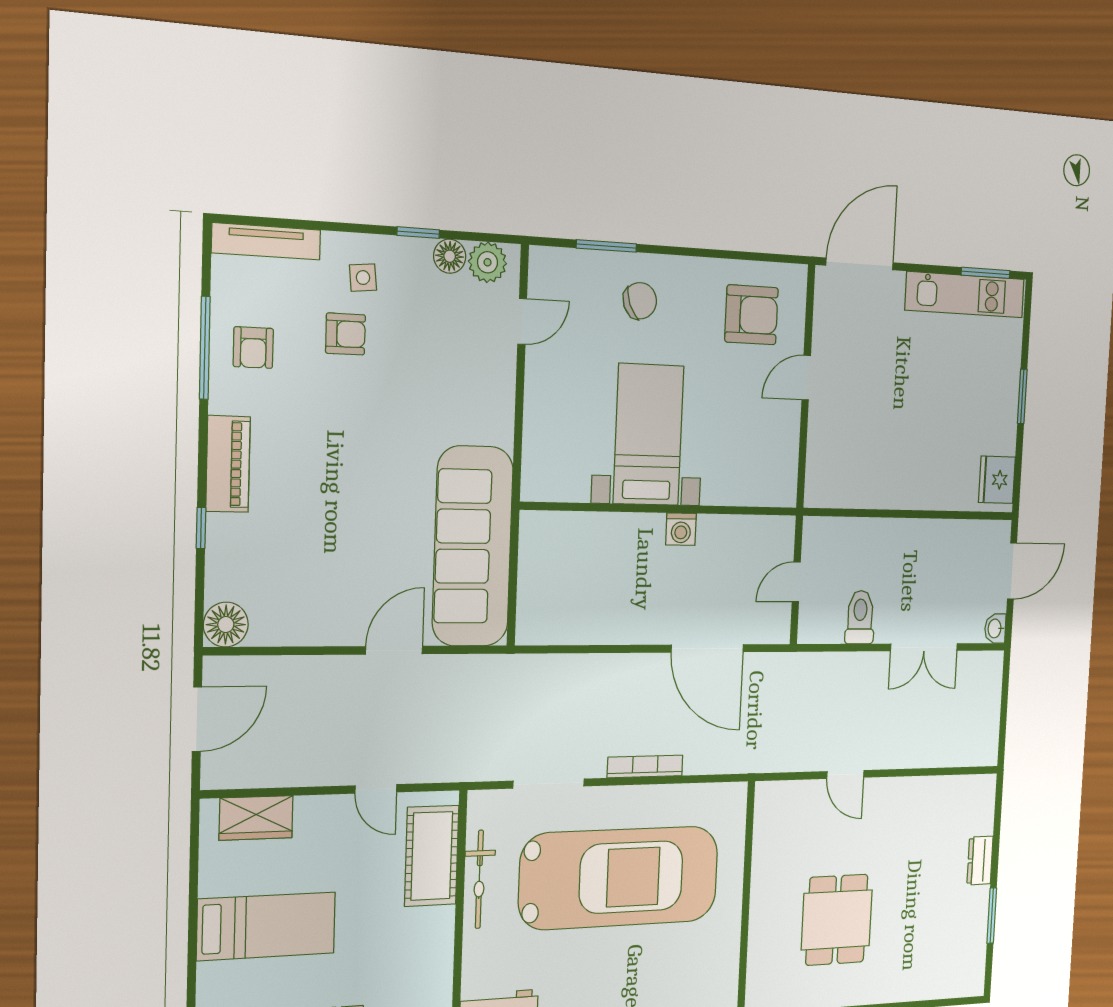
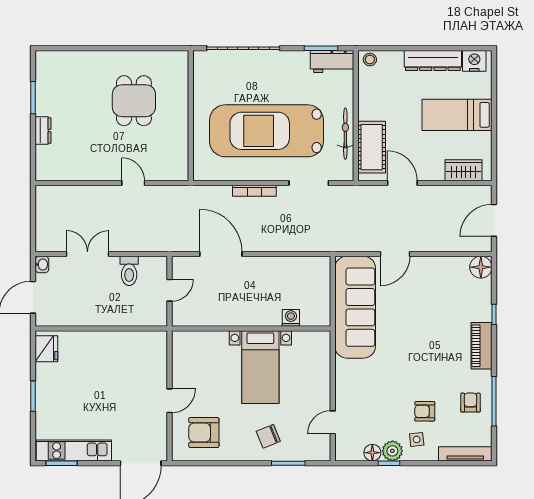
plant: (488, 262) -> (392, 451), moved
washing machine: (681, 529) -> (291, 318), moved
door: (376, 789) -> (402, 183), width x1.38

